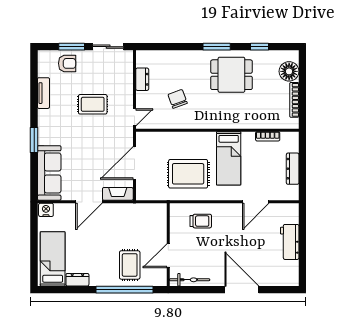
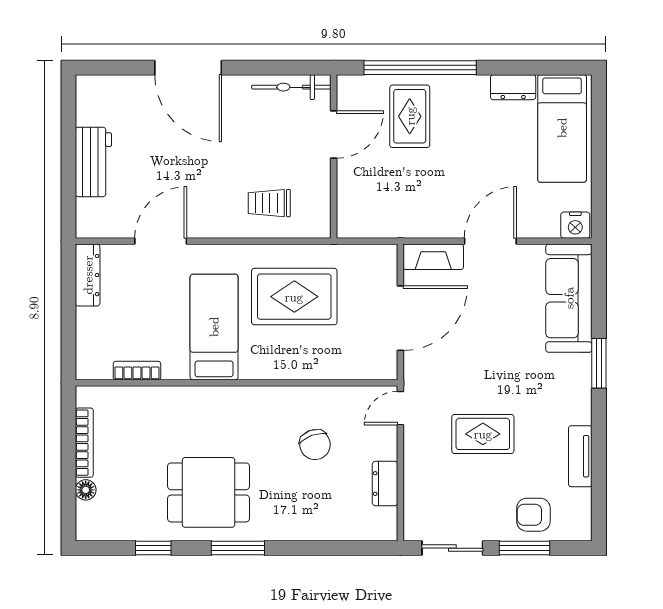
floor lamp: (289, 71) -> (86, 490), width x0.53, depth x0.53
dresser: (293, 169) -> (88, 275), moved

